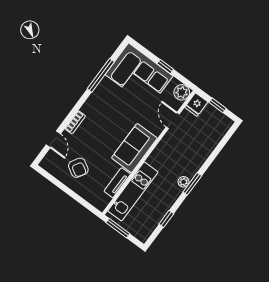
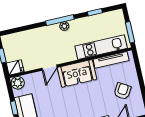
door: (173, 120) -> (50, 68), moved
tv unit: (117, 183) -> (111, 60), width x1.41
window: (192, 184) -> (60, 20), width x1.44

